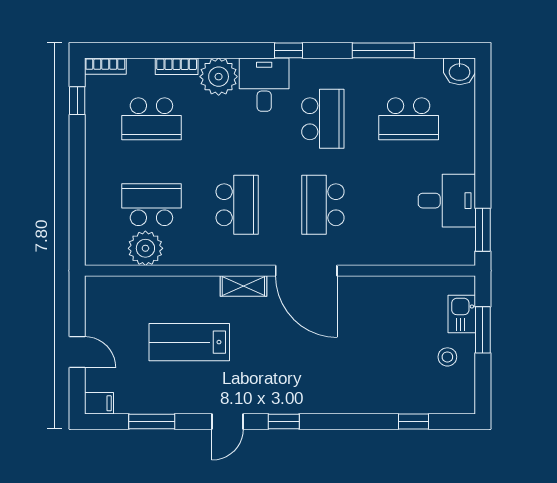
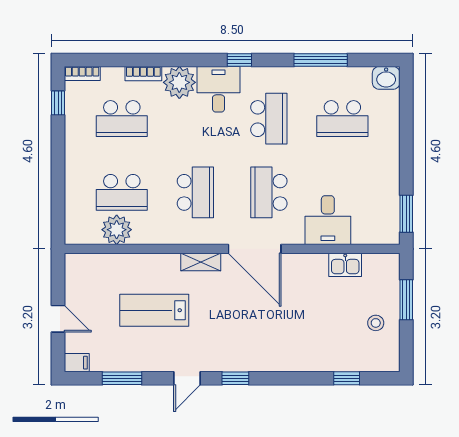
desk: (447, 201) -> (328, 220), moved, turned 90
school desk: (151, 205) -> (122, 192), turned 180
kitchen sink: (462, 314) -> (345, 265), moved, turned -90

